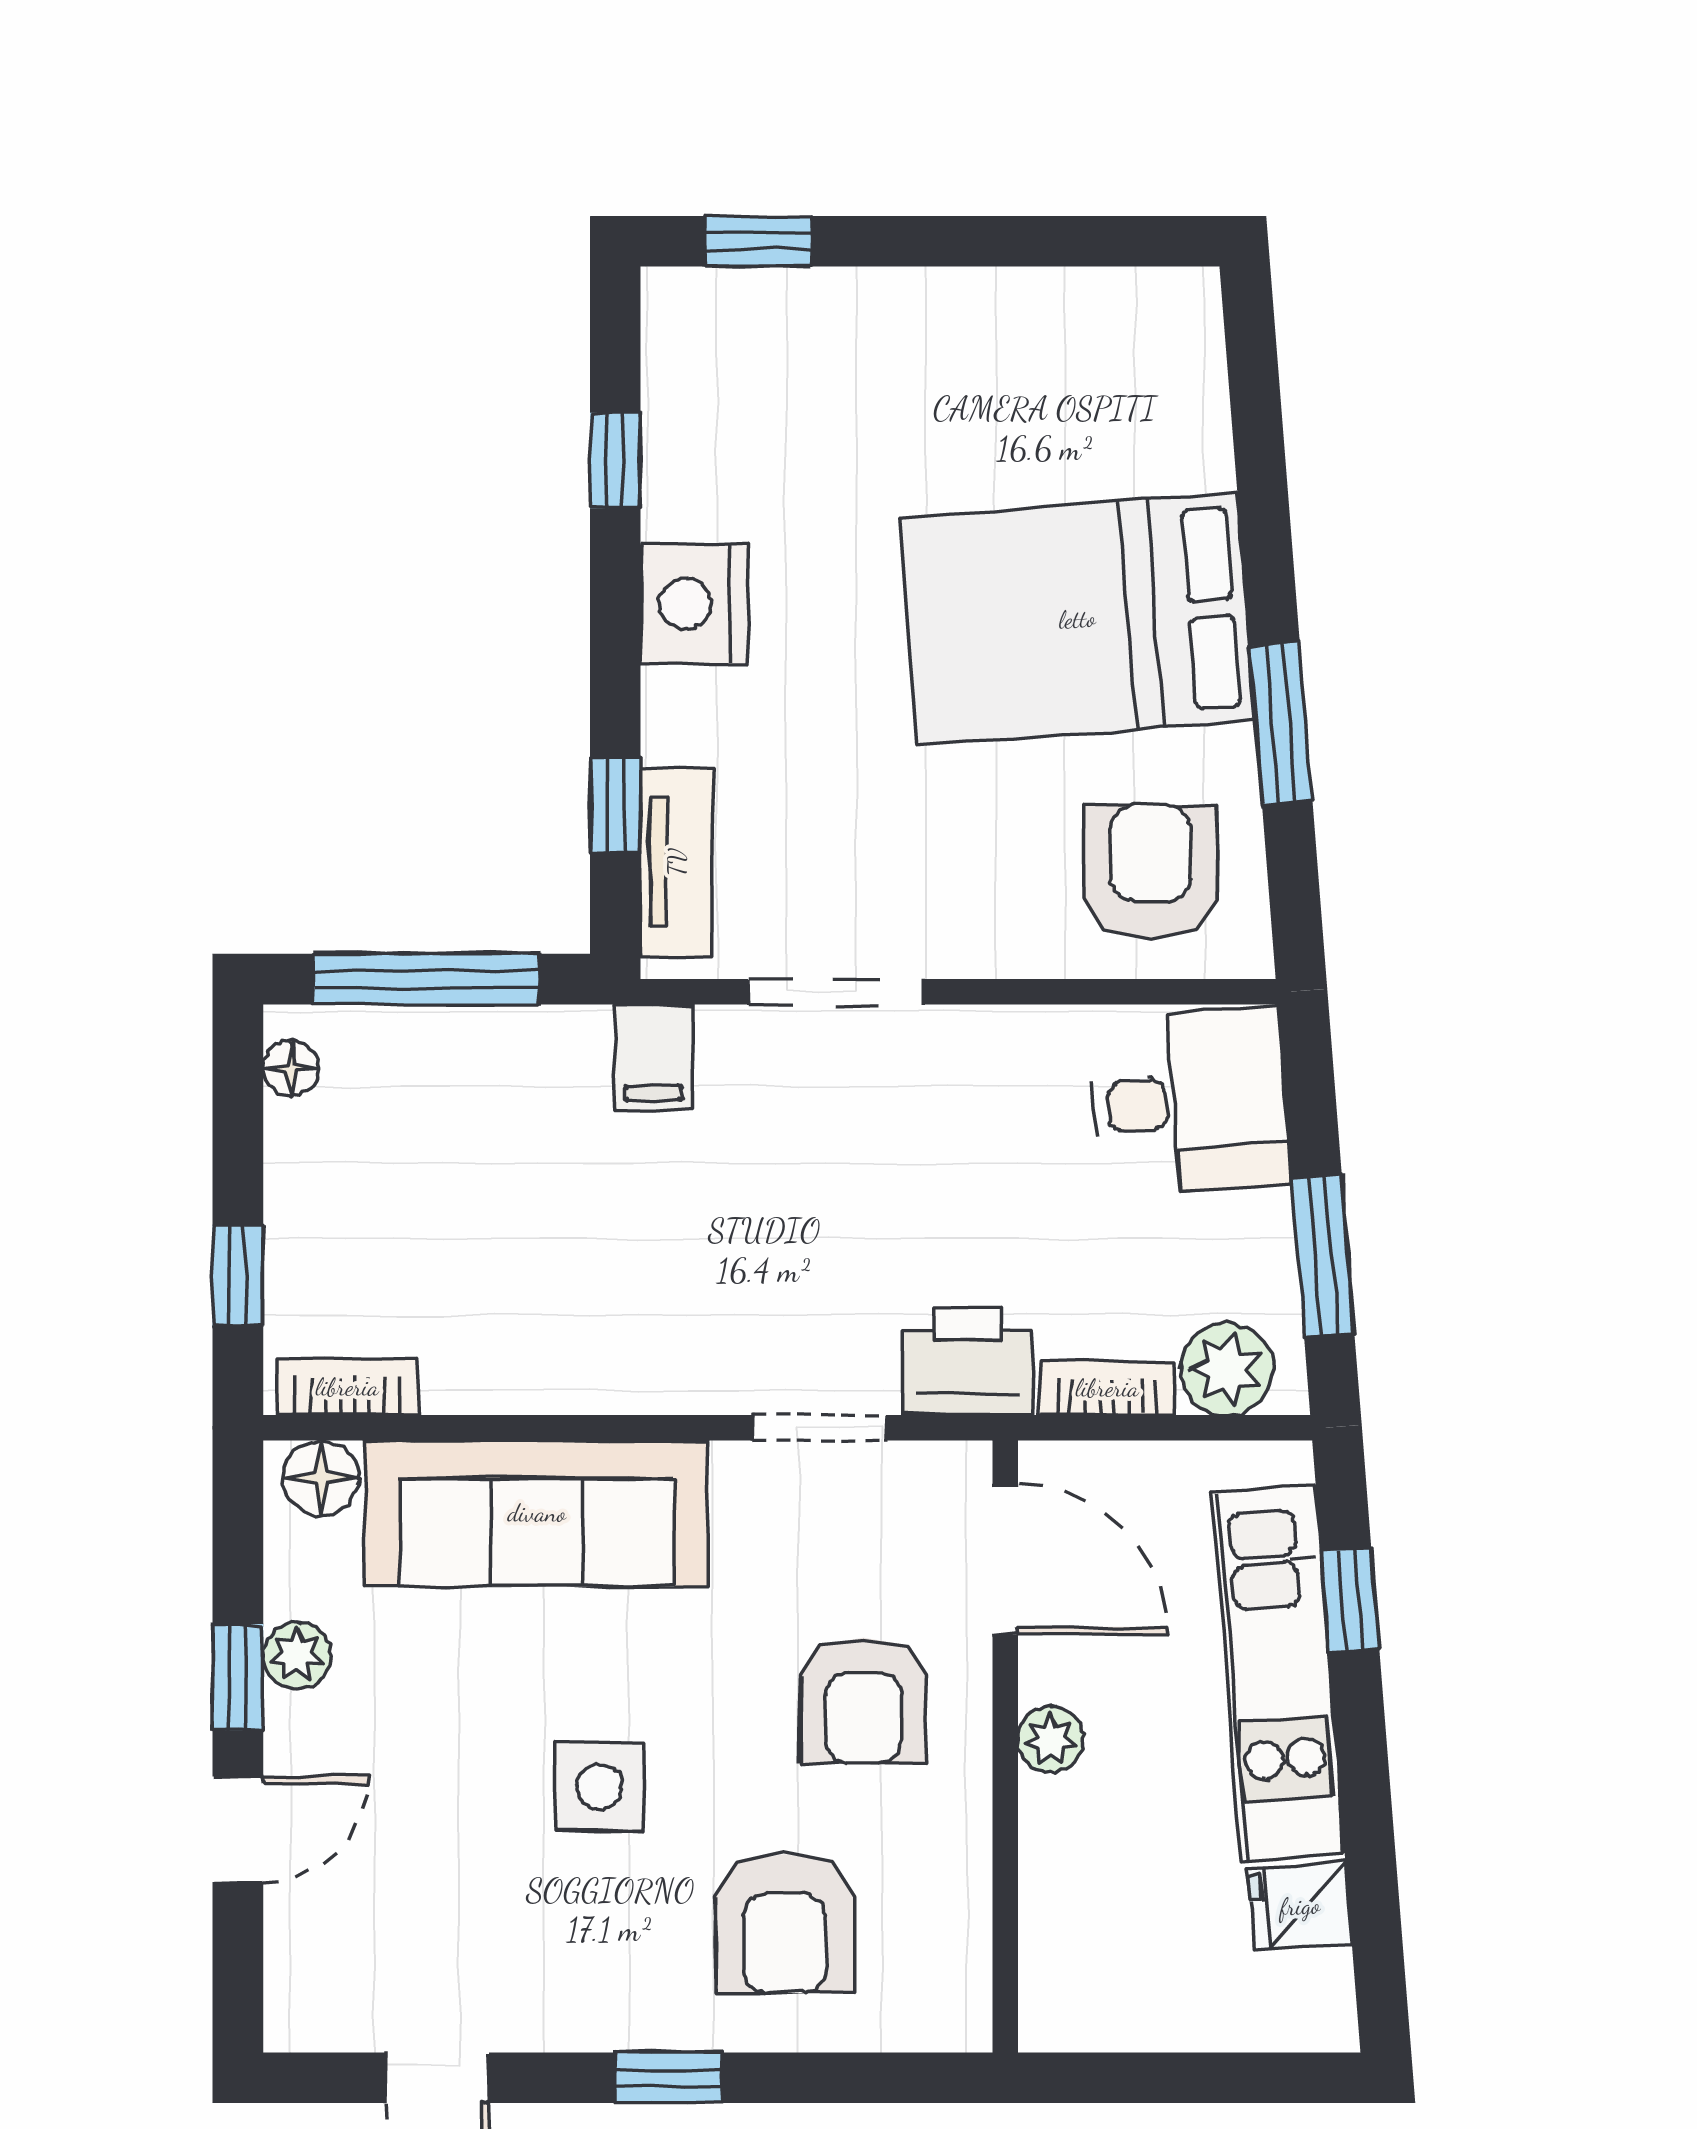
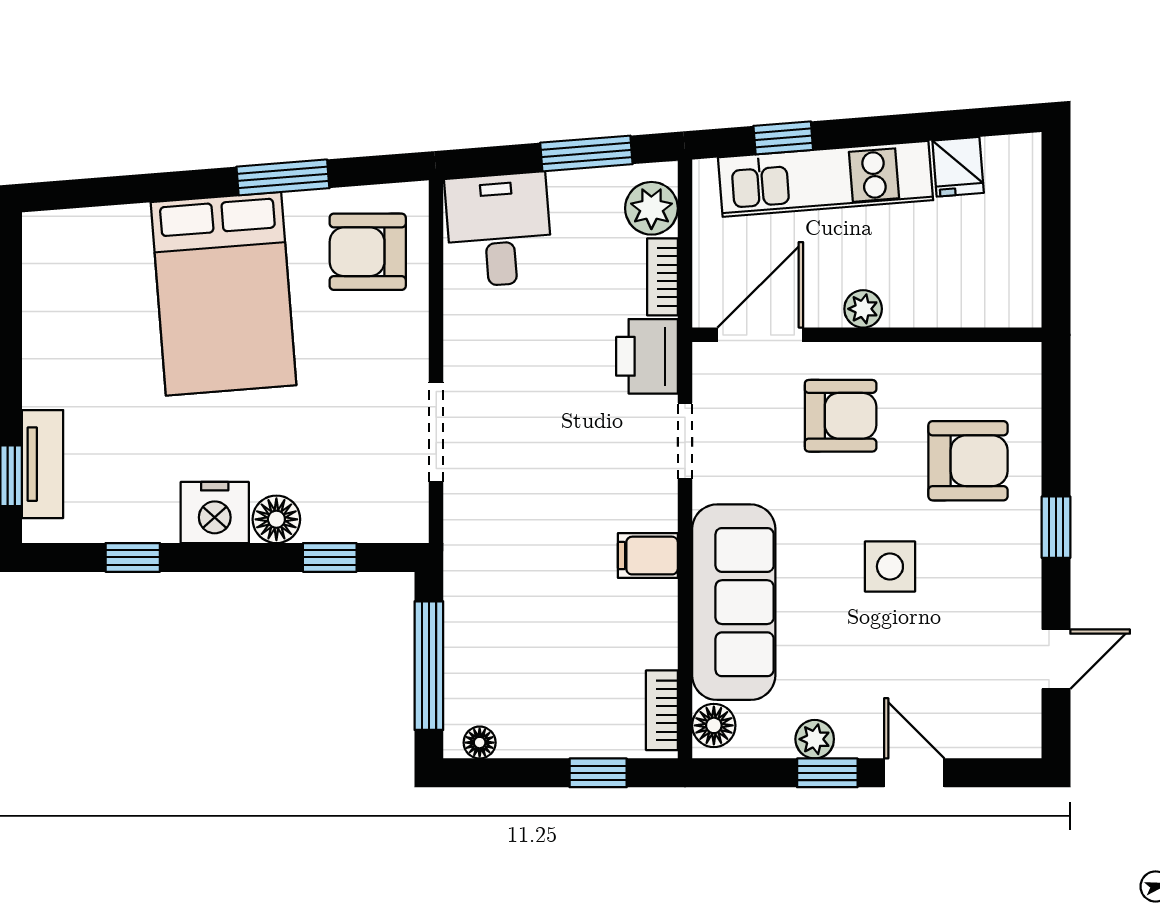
floor lamp: (682, 712) -> (276, 519), added
tv unit: (677, 862) -> (43, 464), moved, turned 90
filing cabinet: (654, 1057) -> (648, 556), moved, turned 180

